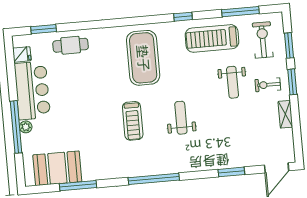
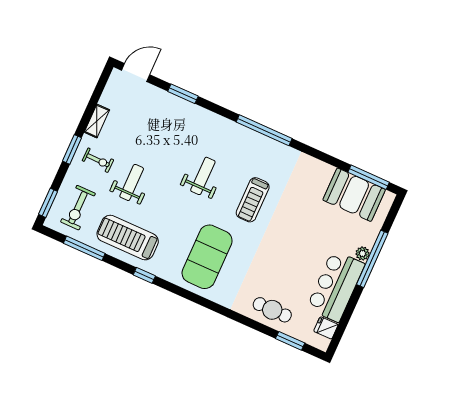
treadmill: (212, 38) -> (128, 238), turned 180
window: (289, 45) -> (48, 203), moved
weight bench: (181, 118) -> (203, 176), turned 180
treadmill: (133, 121) -> (253, 200), turned 180
window: (78, 186) -> (369, 177), moved

